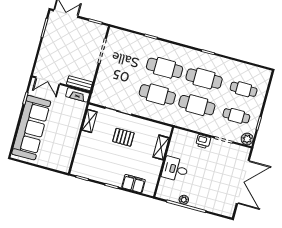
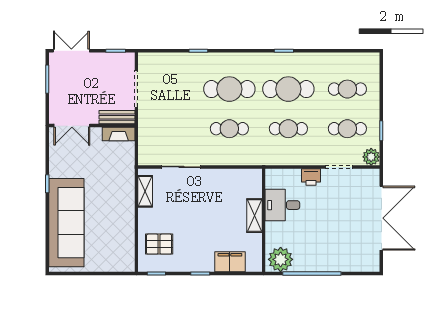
double door: (48, 81) -> (72, 126), moved
bench: (80, 83) -> (117, 117), moved
wall: (61, 84) -> (92, 126), moved
cafe table: (157, 94) -> (229, 129), width x0.73, depth x0.74
fireplace: (78, 95) -> (119, 134), moved
cafe table: (197, 105) -> (288, 129), width x0.73, depth x0.74
pallet: (123, 137) -> (159, 244), moved
shelving: (161, 147) -> (254, 216), moved
desk: (175, 169) -> (282, 205), moved
plant: (184, 200) -> (281, 259), moved, width x1.88, depth x1.88

